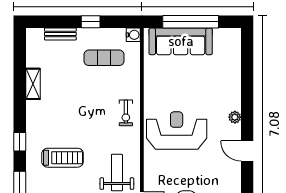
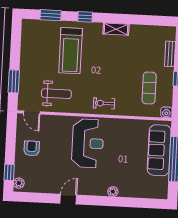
shelving: (33, 84) -> (116, 29), moved
plant: (235, 117) -> (113, 191), moved
treadmill: (63, 158) -> (71, 51), width x1.37, depth x1.38

